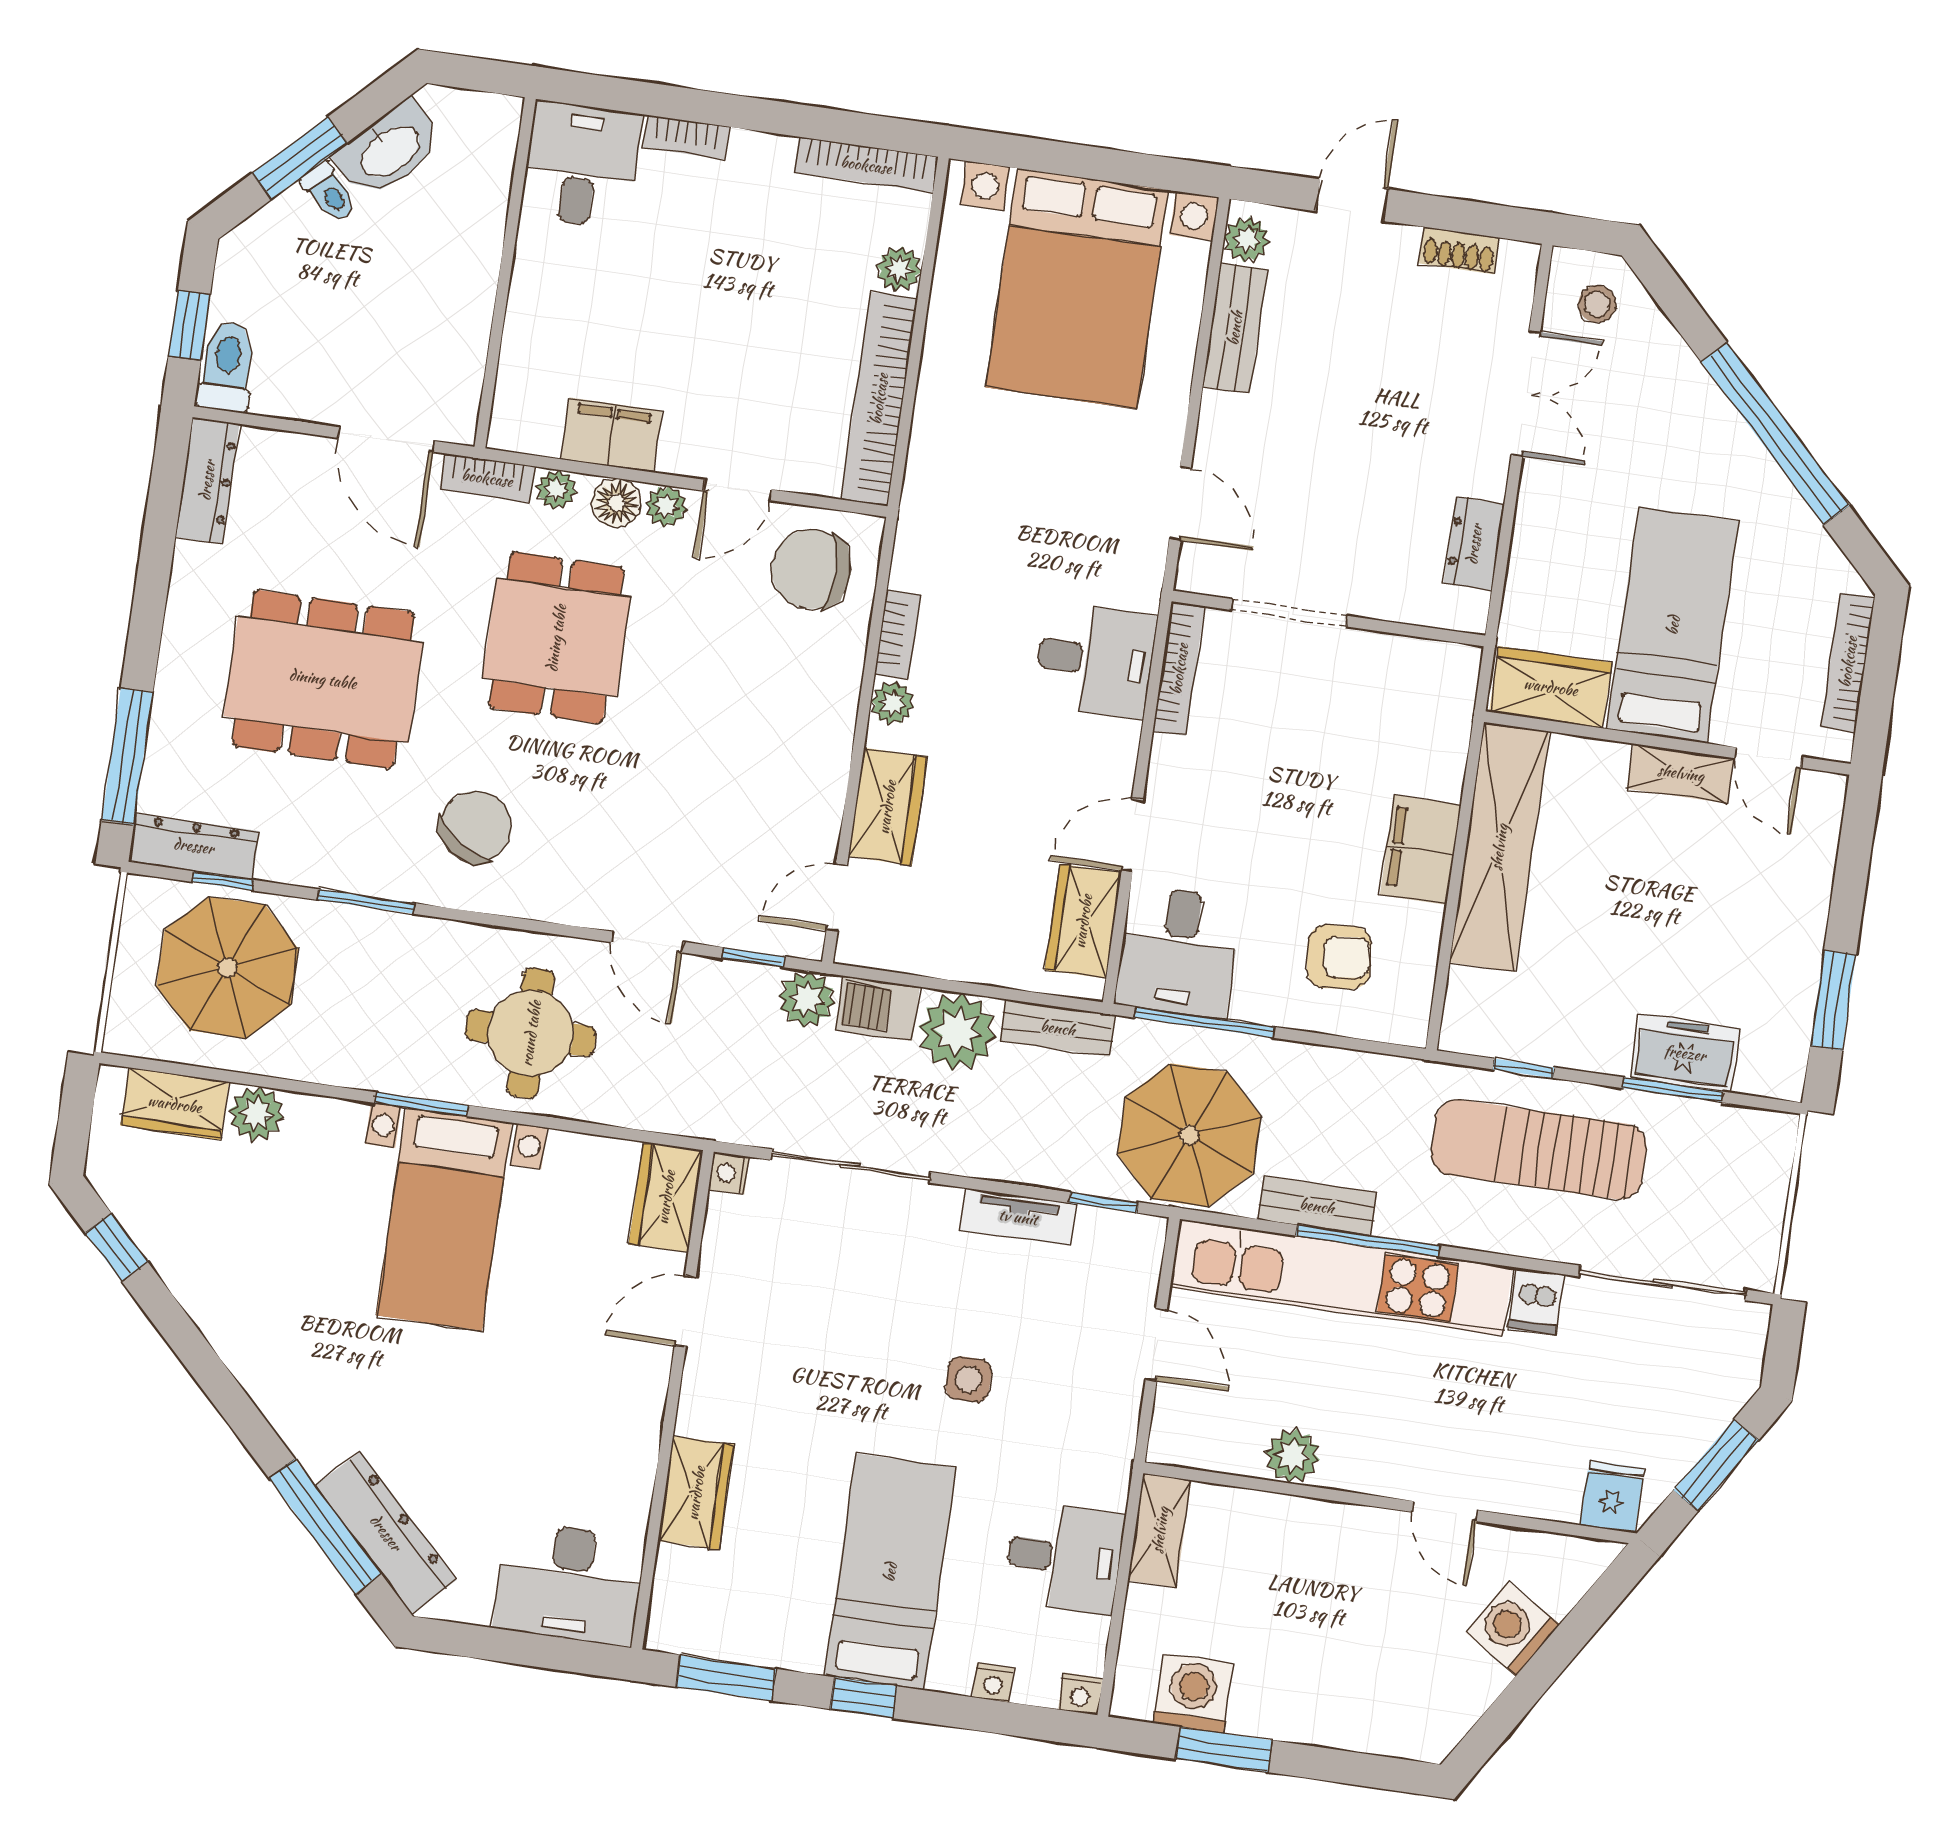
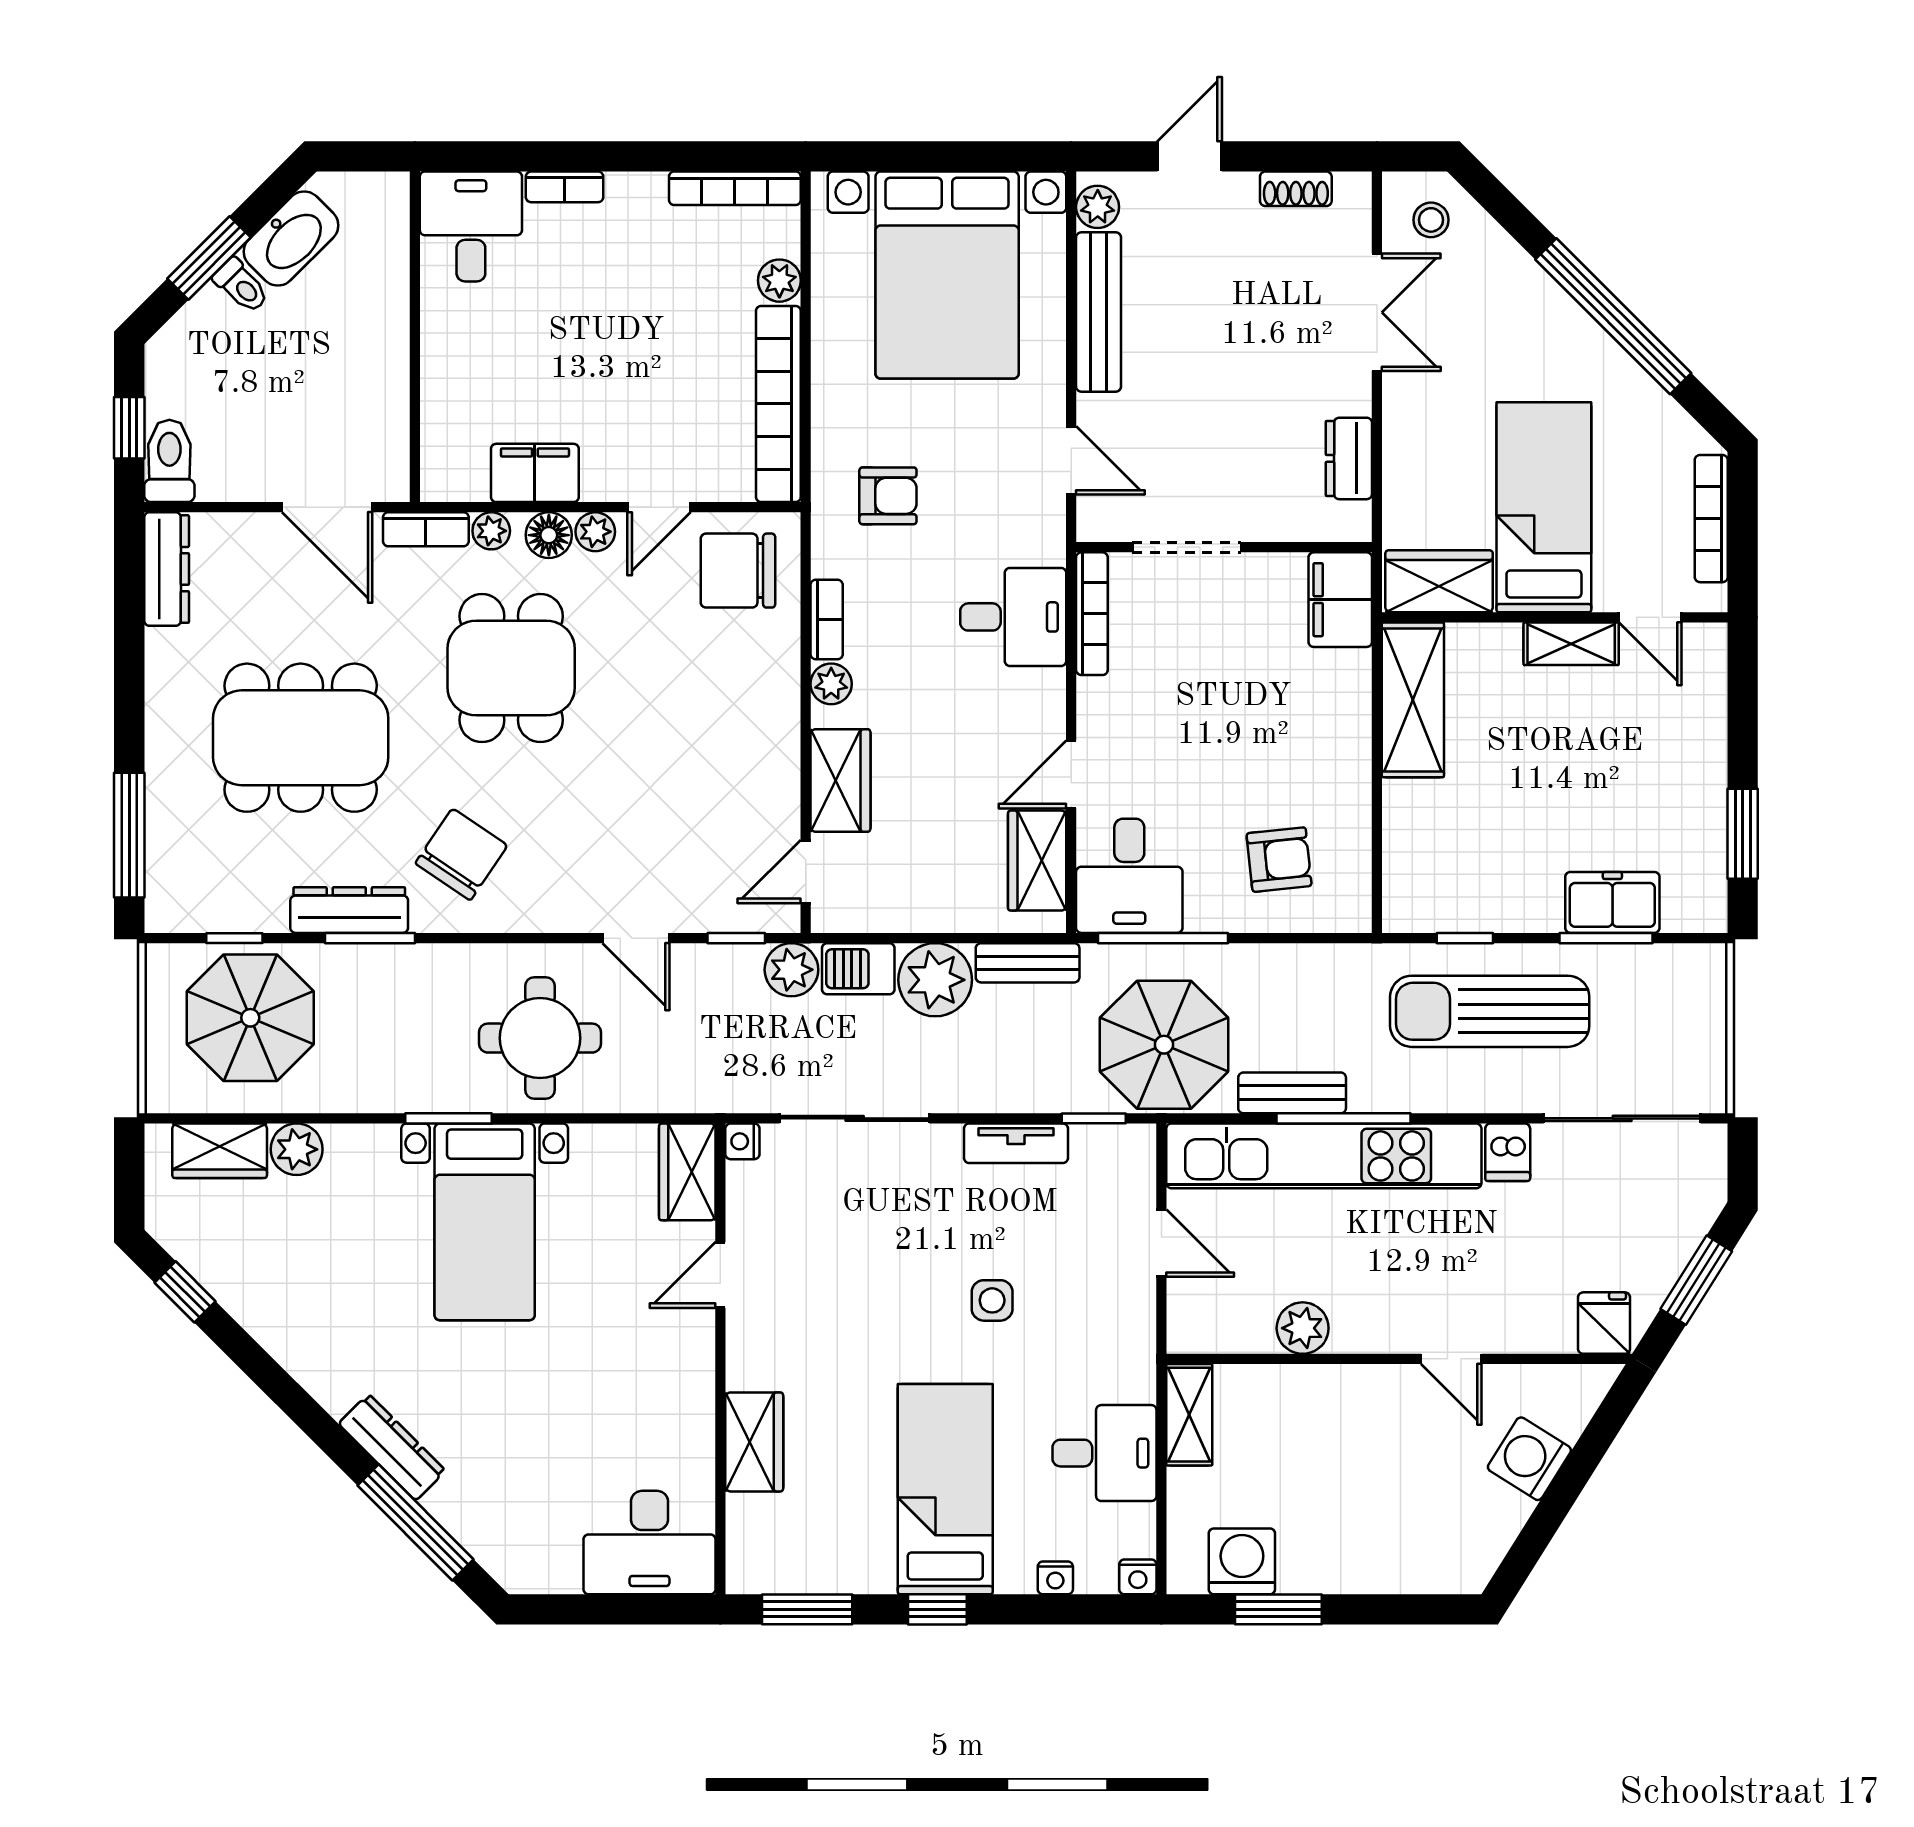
bench: (1235, 328) -> (1099, 312), width x1.36
armchair: (981, 513) -> (888, 496), added
dresser: (194, 846) -> (349, 910), moved
shelving: (1499, 847) -> (1413, 700), width x0.68
filing cabinet: (1421, 850) -> (1340, 600), moved
dresser: (386, 1533) -> (392, 1447), moved, width x0.73, depth x0.80

